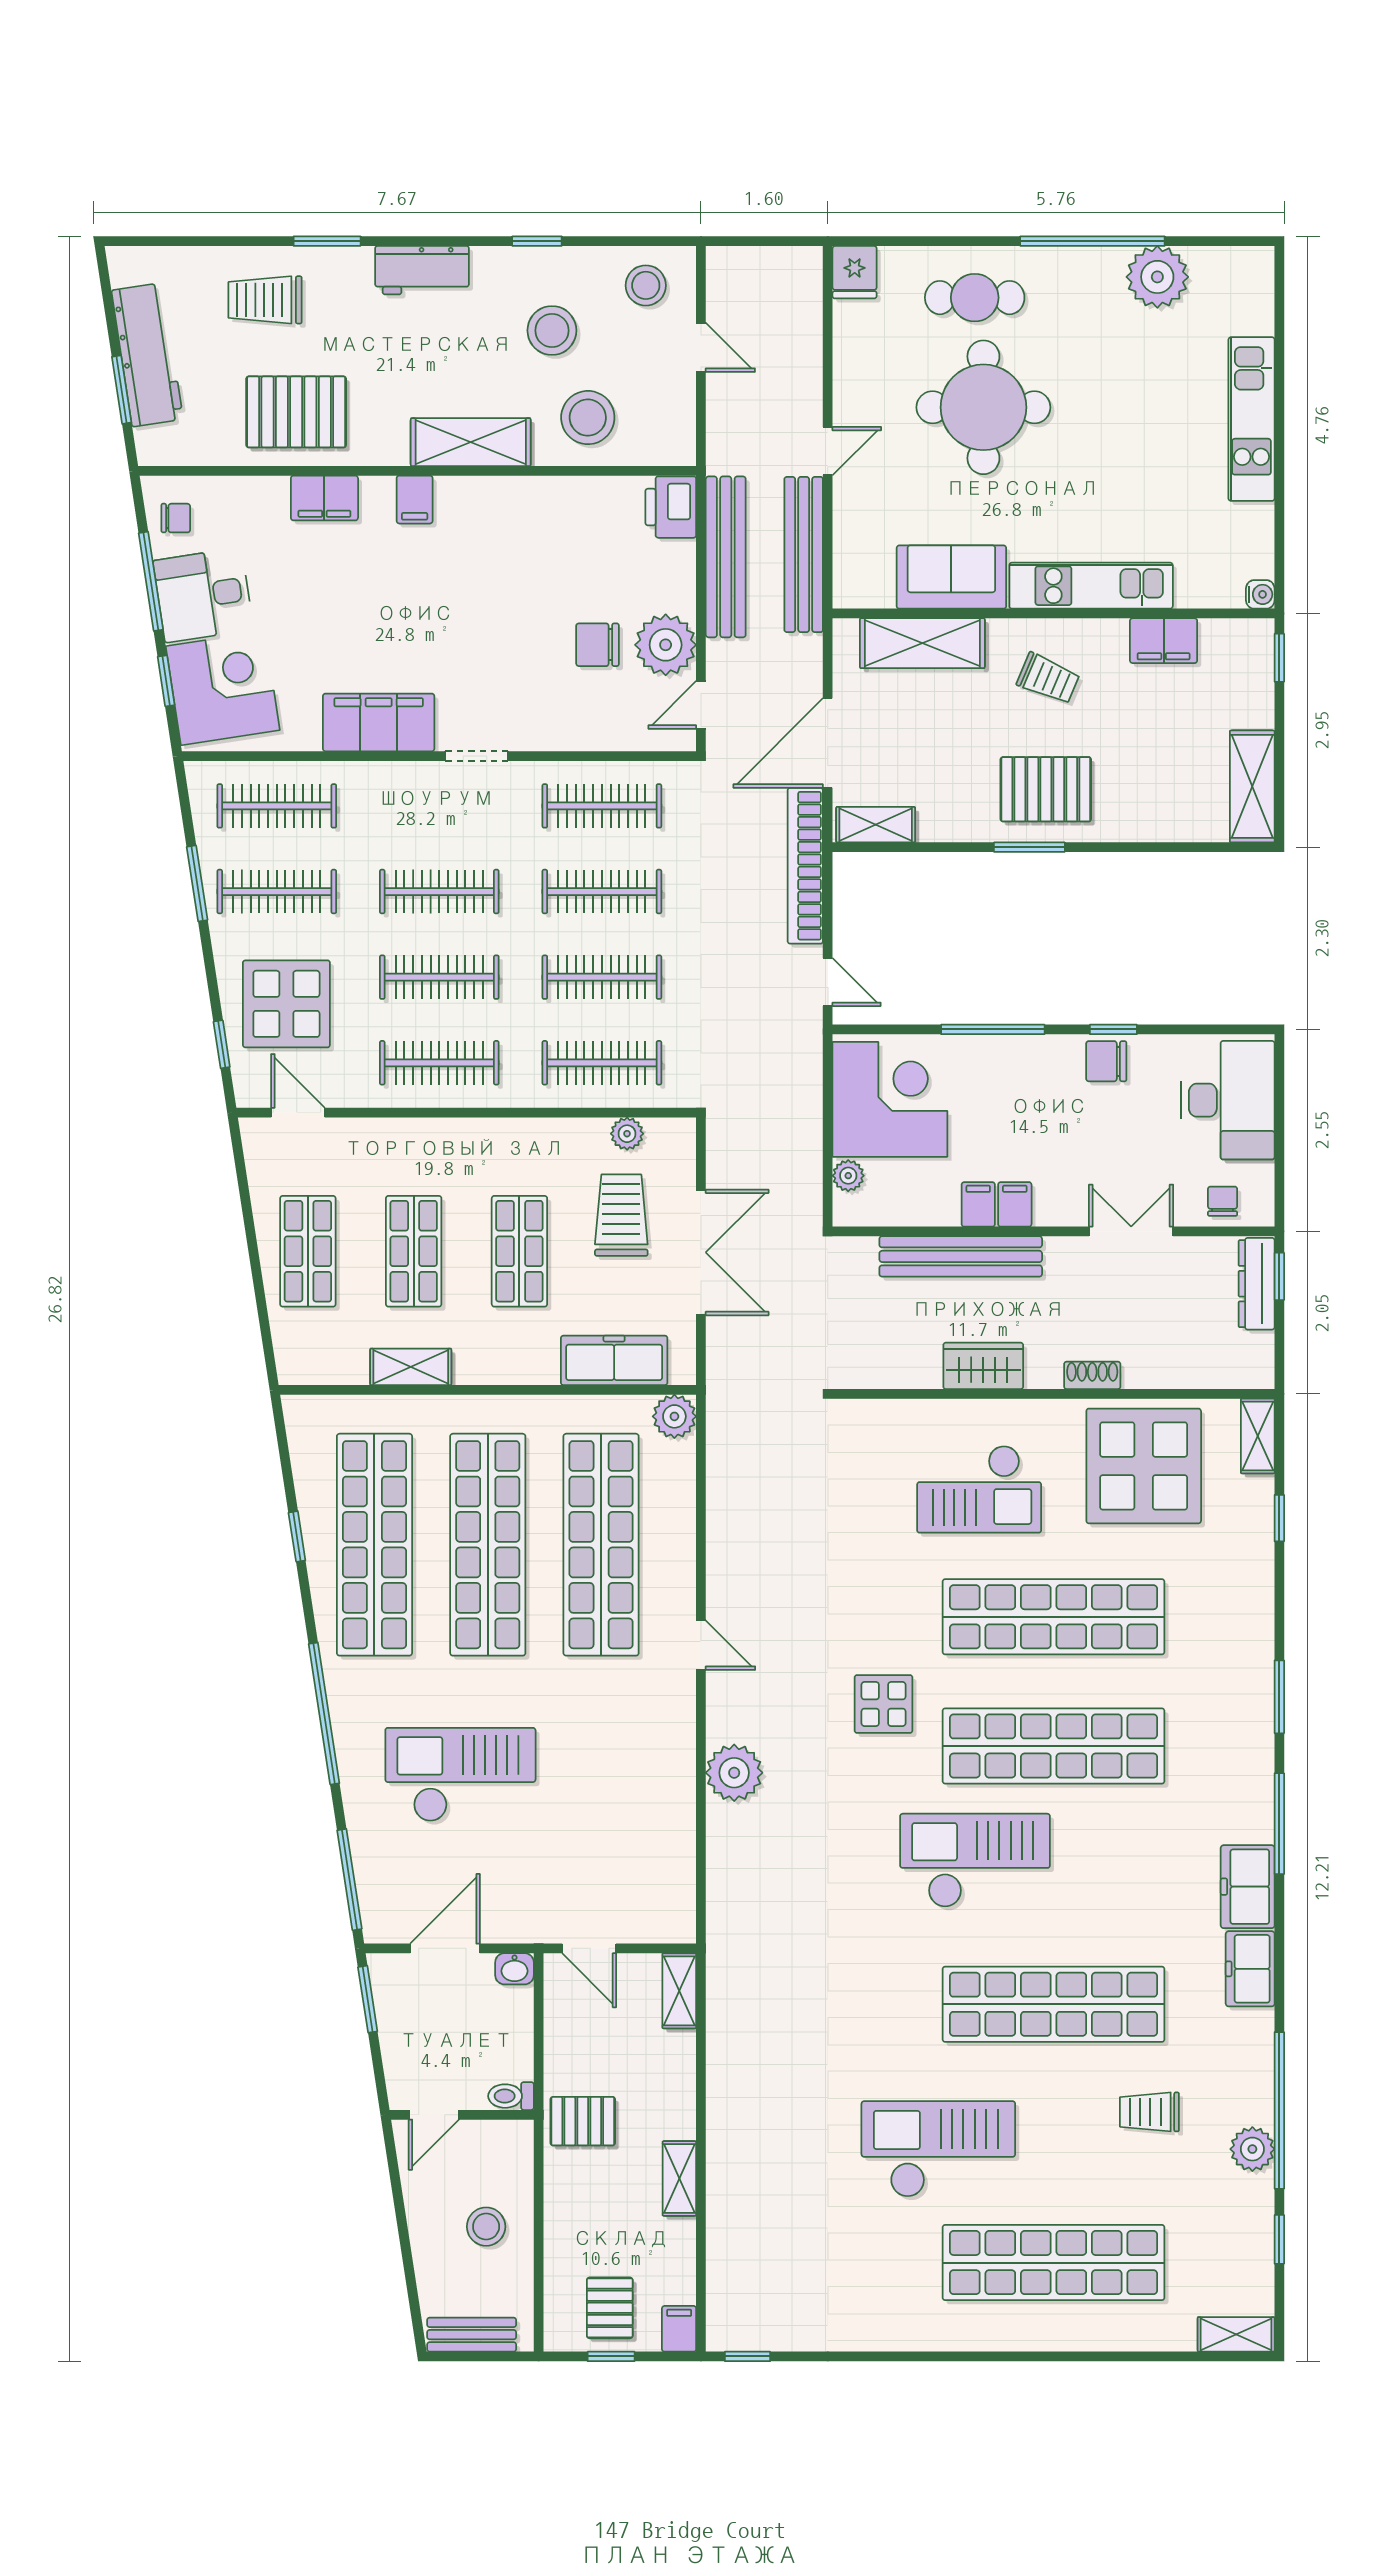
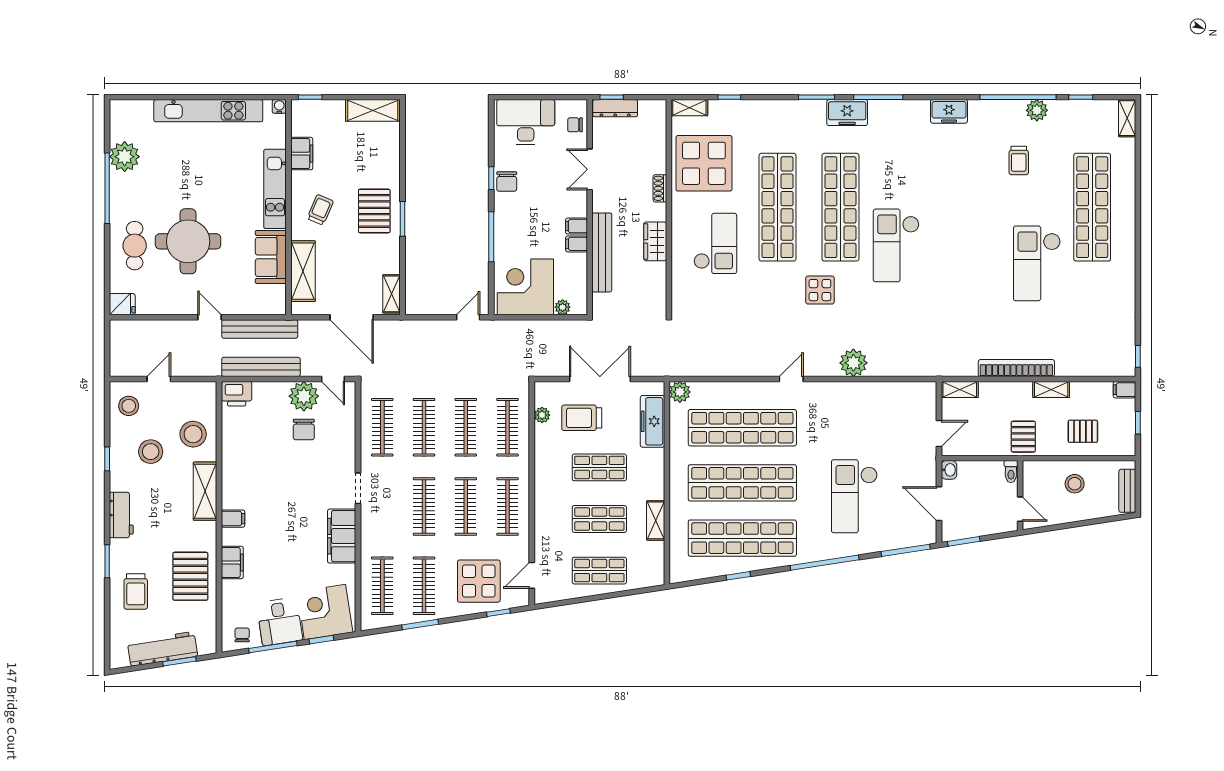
kitchen unit: (1251, 419) -> (208, 111), width x1.36
bookcase: (805, 866) -> (1016, 368), moved, turned 180
freezer: (1248, 1887) -> (847, 113), moved
shop shelf: (1054, 2004) -> (966, 207), removed
pallet: (610, 2308) -> (1083, 431), moved

